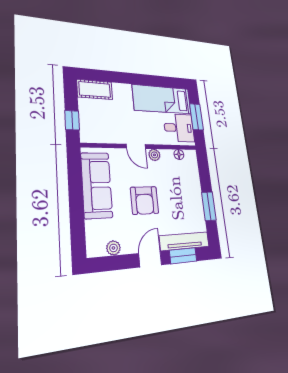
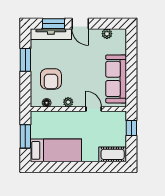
desk: (179, 128) -> (43, 126), removed
door: (136, 146) -> (94, 109), moved
armchair: (145, 200) -> (51, 79), moved, turned 180
door: (150, 259) -> (80, 24), hinge flipped

